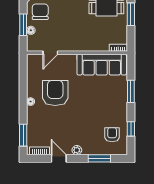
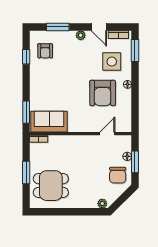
sofa: (102, 65) -> (49, 122), width x0.73
window: (131, 91) -> (26, 112), moved
side table: (46, 124) -> (112, 62), added

